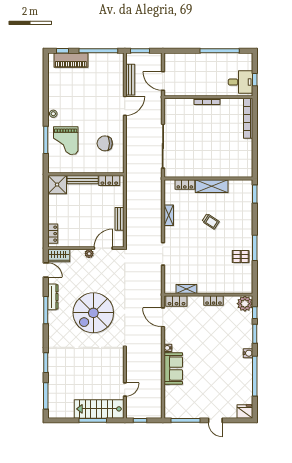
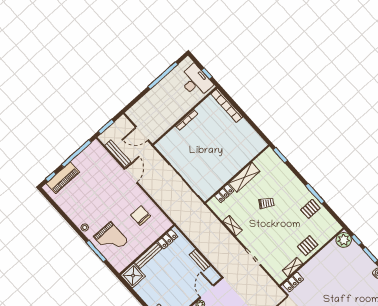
desk: (241, 82) -> (195, 81), width x1.37
chair: (105, 143) -> (141, 216), turned 90
pallet: (213, 283) -> (308, 246), added
locker: (214, 301) -> (319, 258), removed

